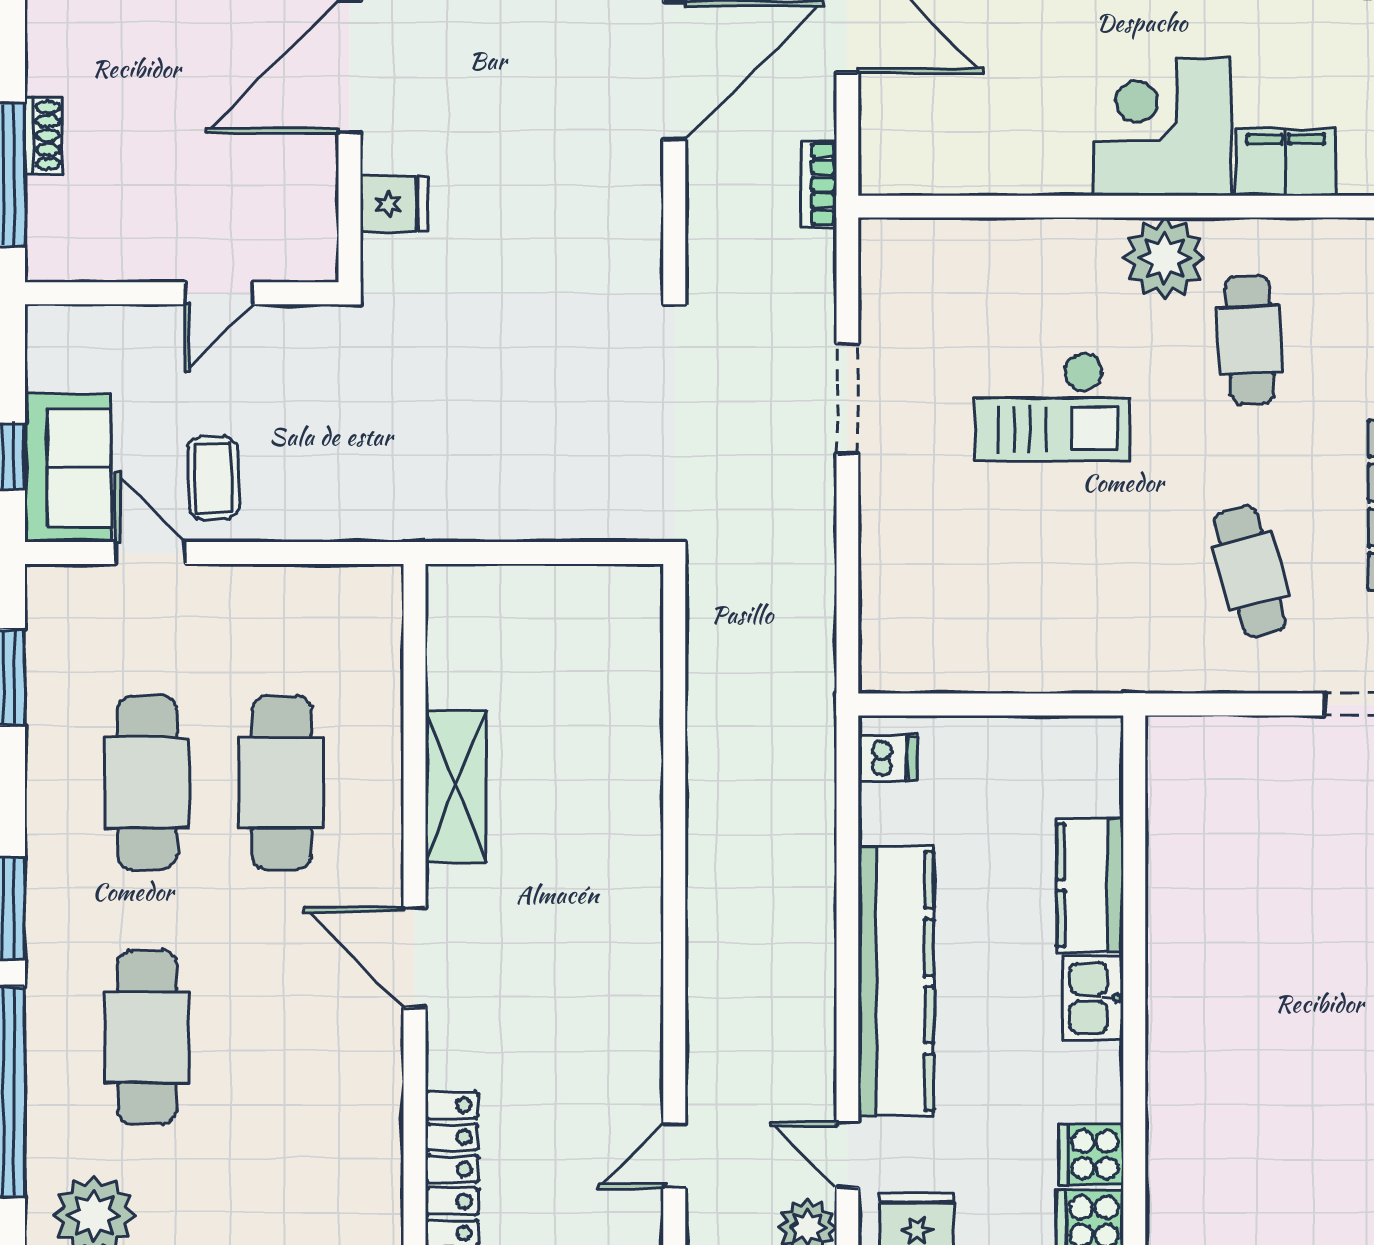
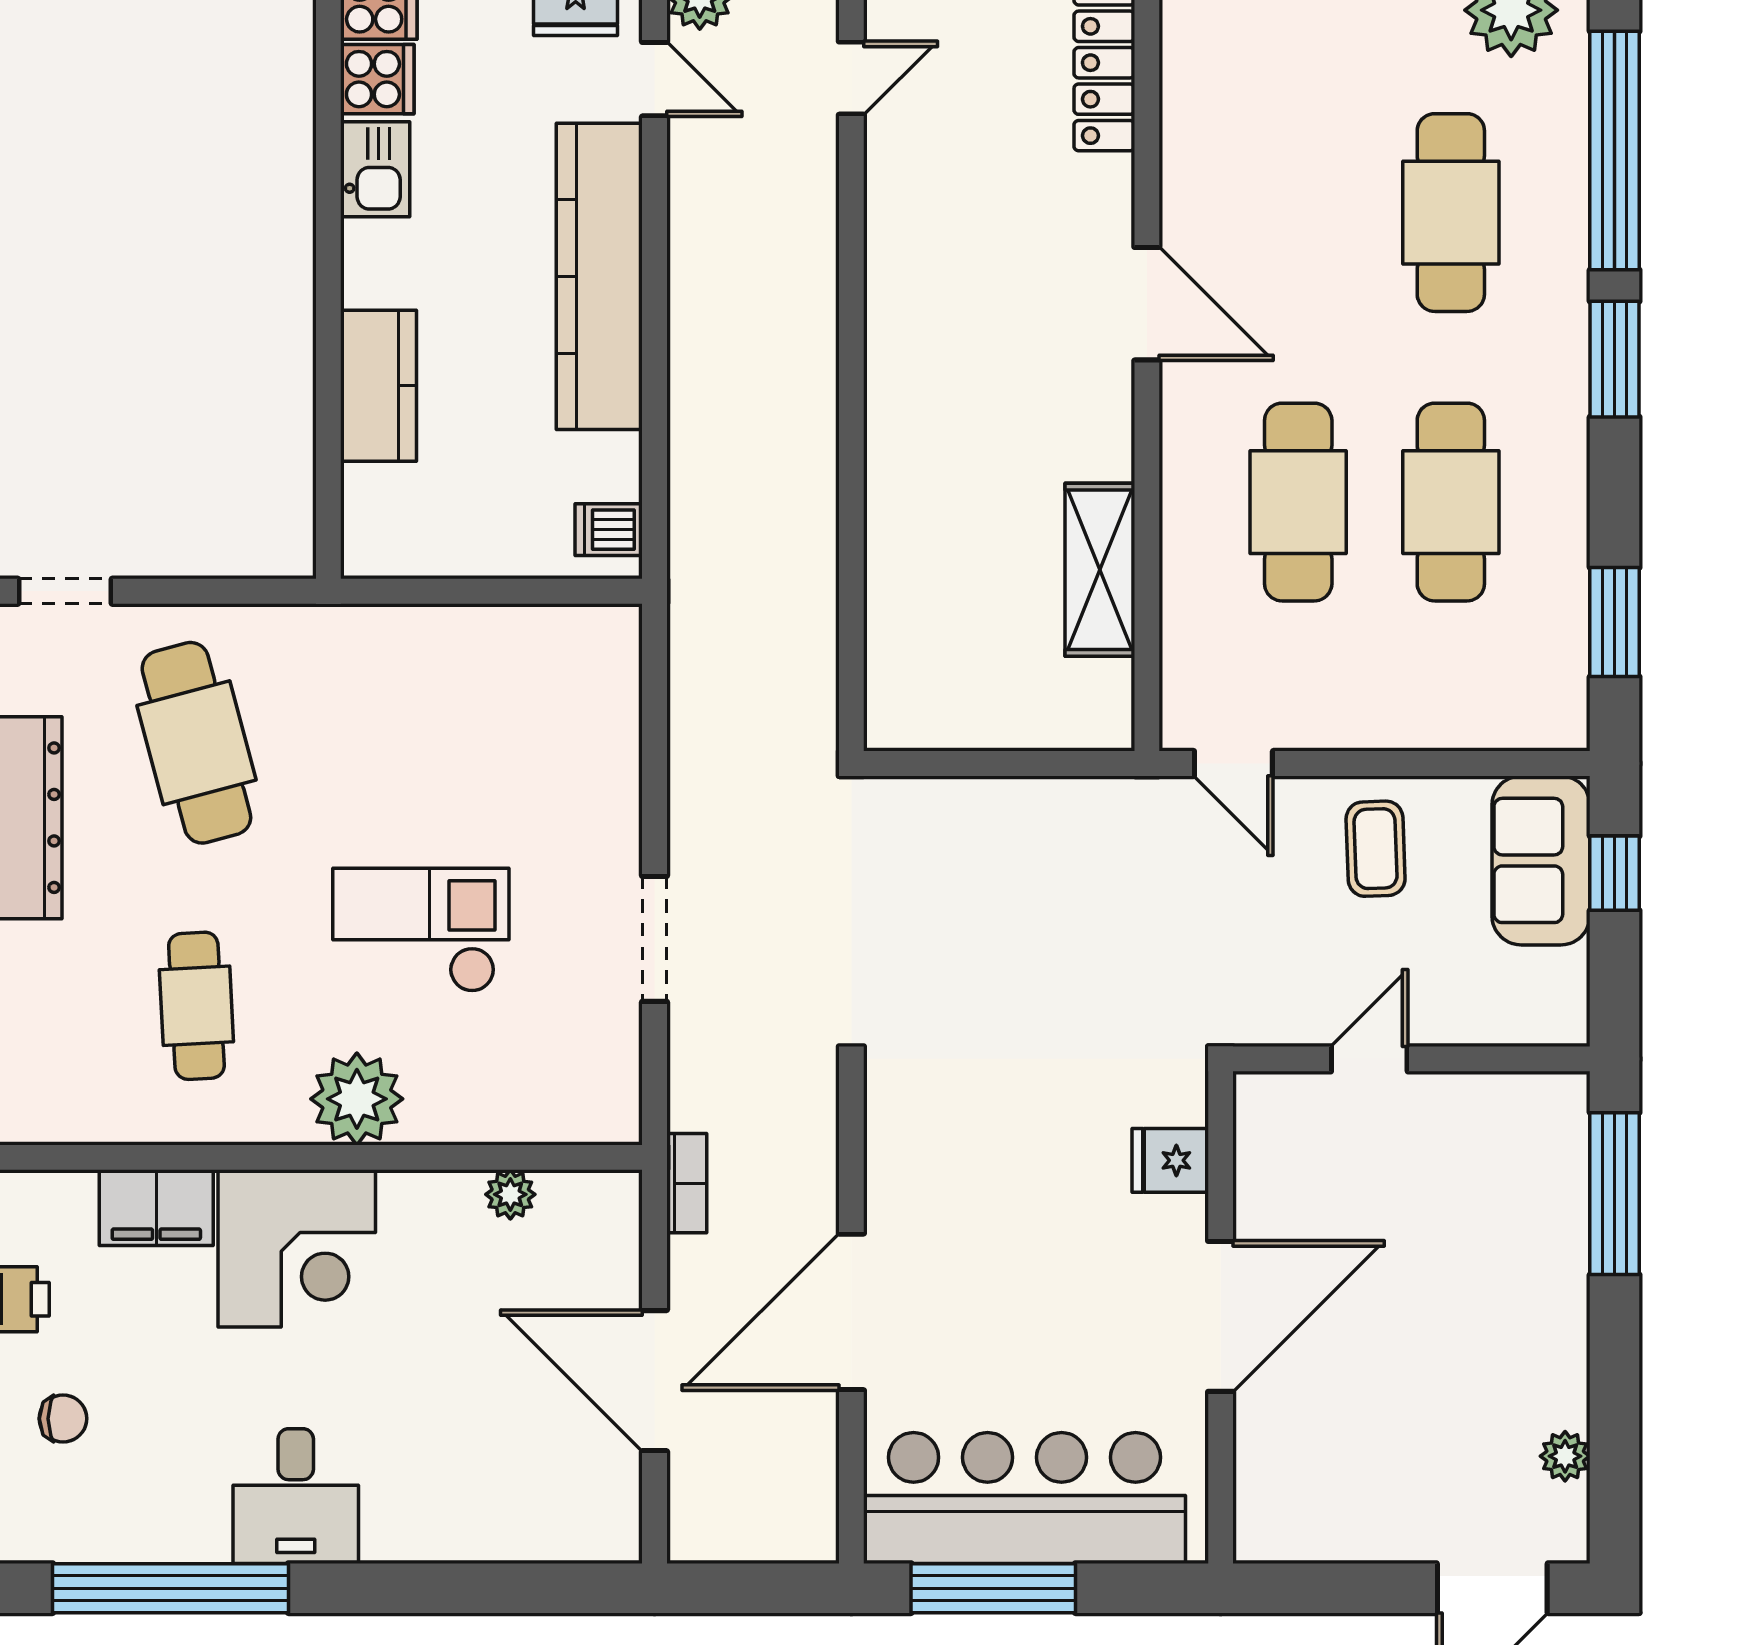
shoe rack: (44, 135) -> (1569, 1238), removed
plant: (974, 174) -> (510, 1194), added
plant: (1164, 258) -> (357, 1099), moved
door: (150, 553) -> (1233, 764), moved
cafe table: (1250, 571) -> (196, 743), width x1.37, depth x1.35
shelving: (456, 786) -> (1100, 570), moved
kitchen sink: (1093, 998) -> (375, 169), moved

